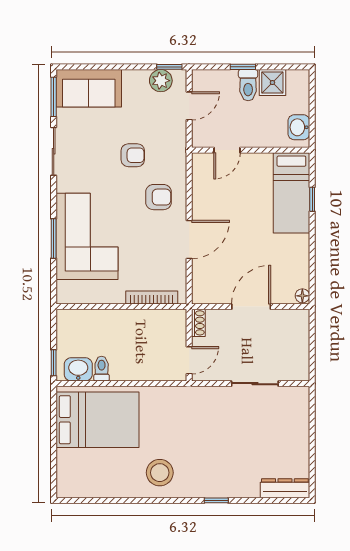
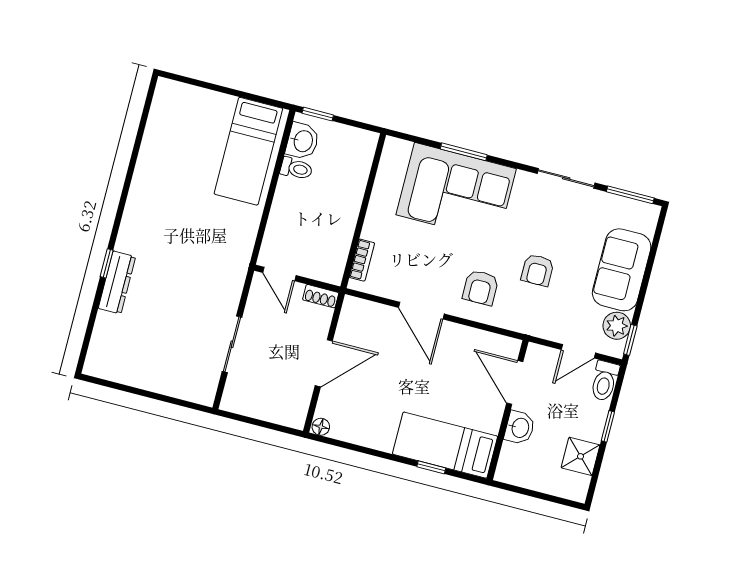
toilet: (248, 85) -> (605, 381), moved, turned -90
sofa: (89, 88) -> (622, 270), moved
door: (189, 106) -> (578, 351), hinge flipped
washbasin: (299, 127) -> (520, 428), moved, turned 90
door: (227, 150) -> (515, 382), width x1.38
bookcase: (152, 297) -> (362, 260), width x0.64
door: (251, 307) -> (324, 363), hinge flipped
bed: (98, 420) -> (248, 151), width x0.67
stool: (160, 473) -> (156, 205), removed
dresser: (285, 488) -> (117, 282), moved

